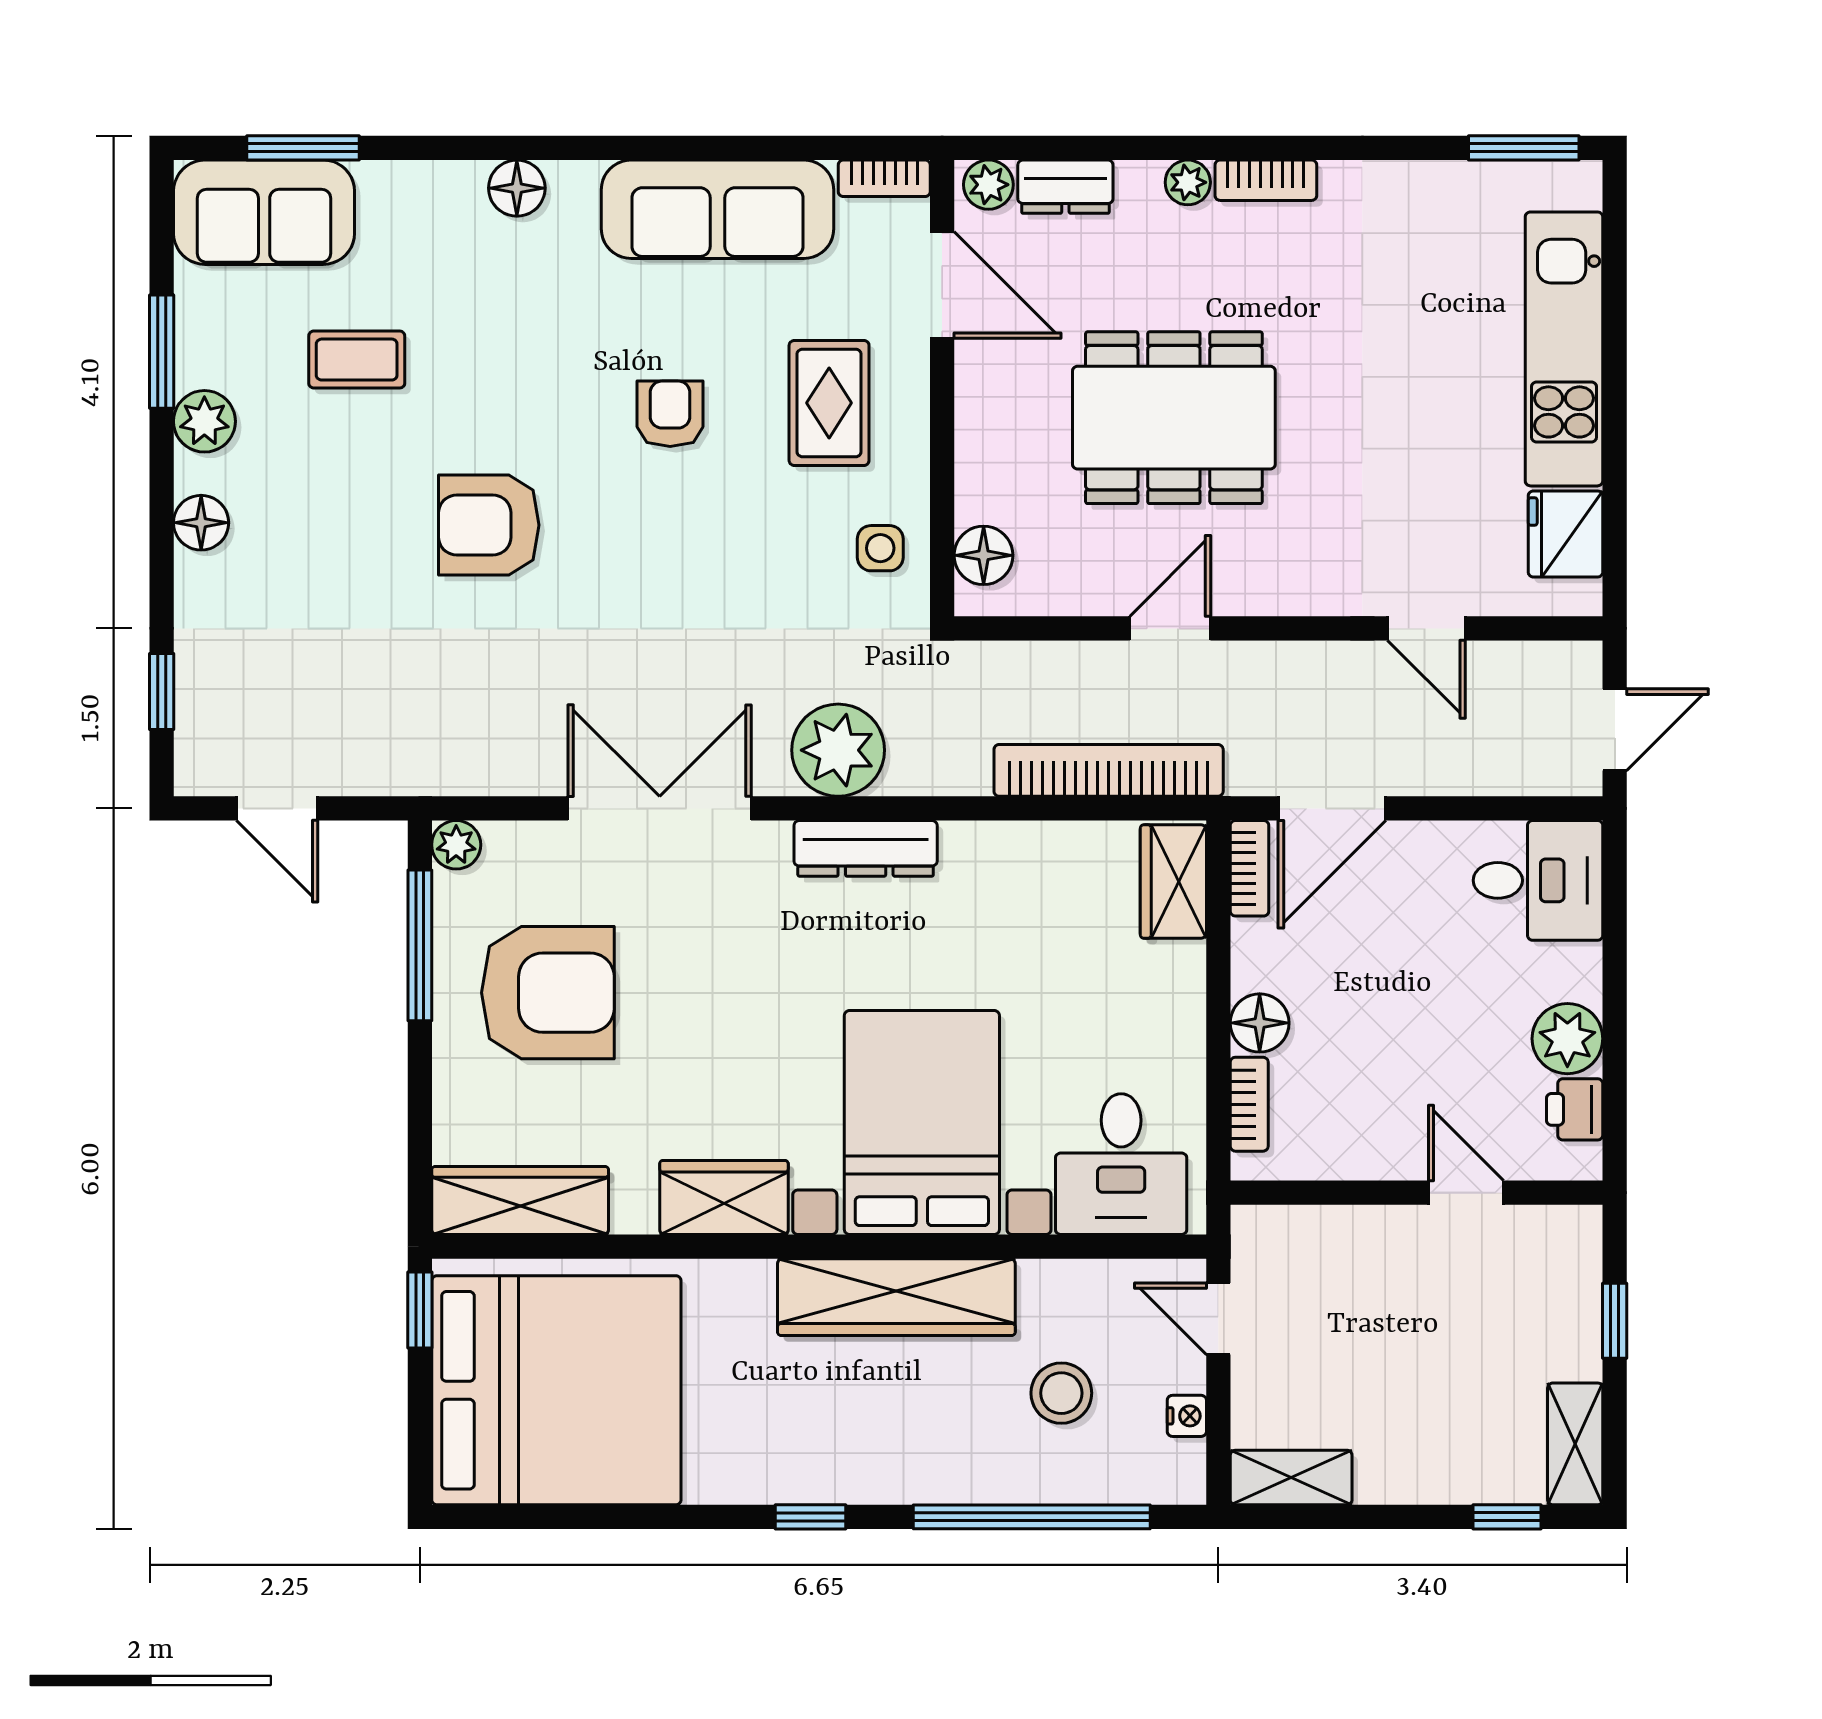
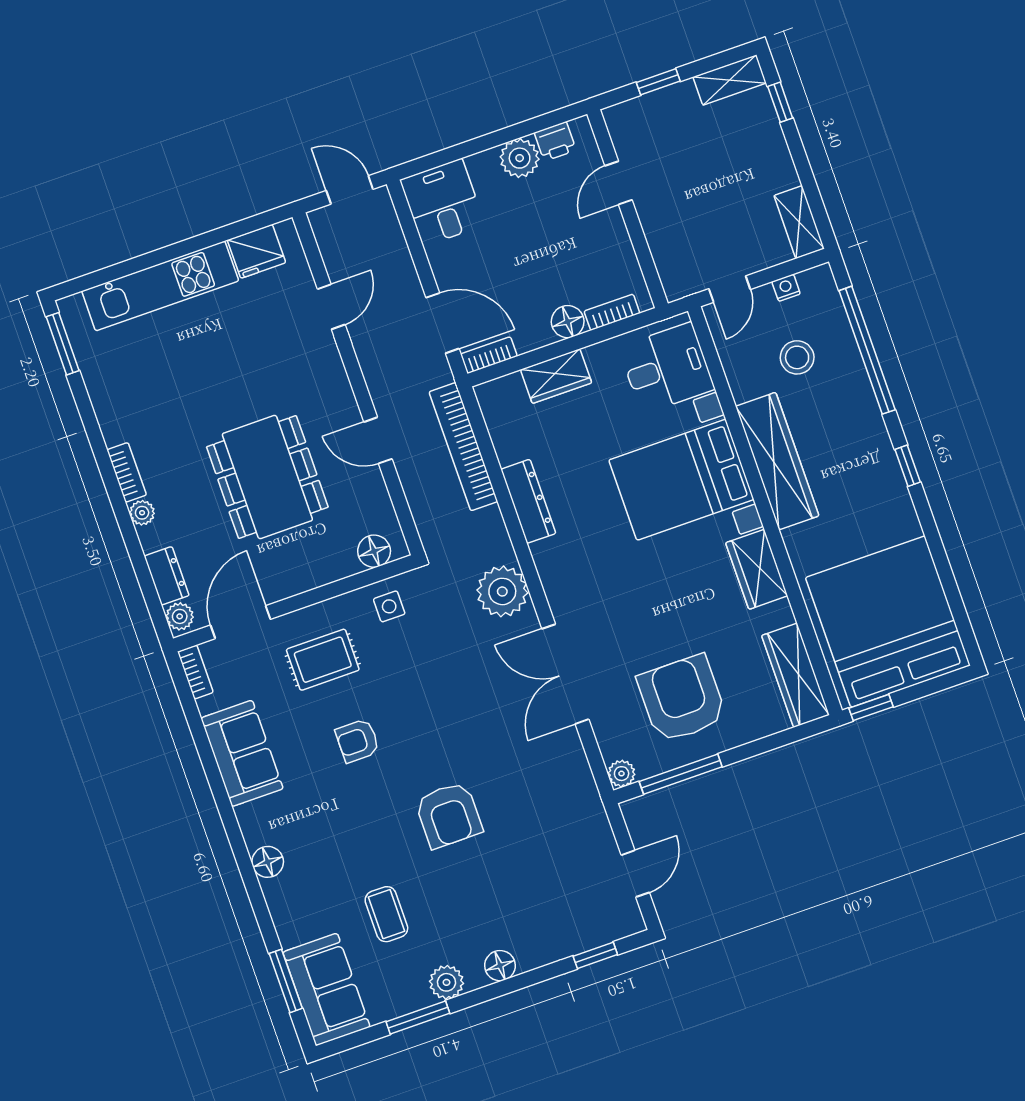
sofa: (717, 209) -> (242, 753), width x0.73
dresser: (866, 848) -> (528, 501), moved
wardrobe: (1173, 882) -> (556, 376), moved

